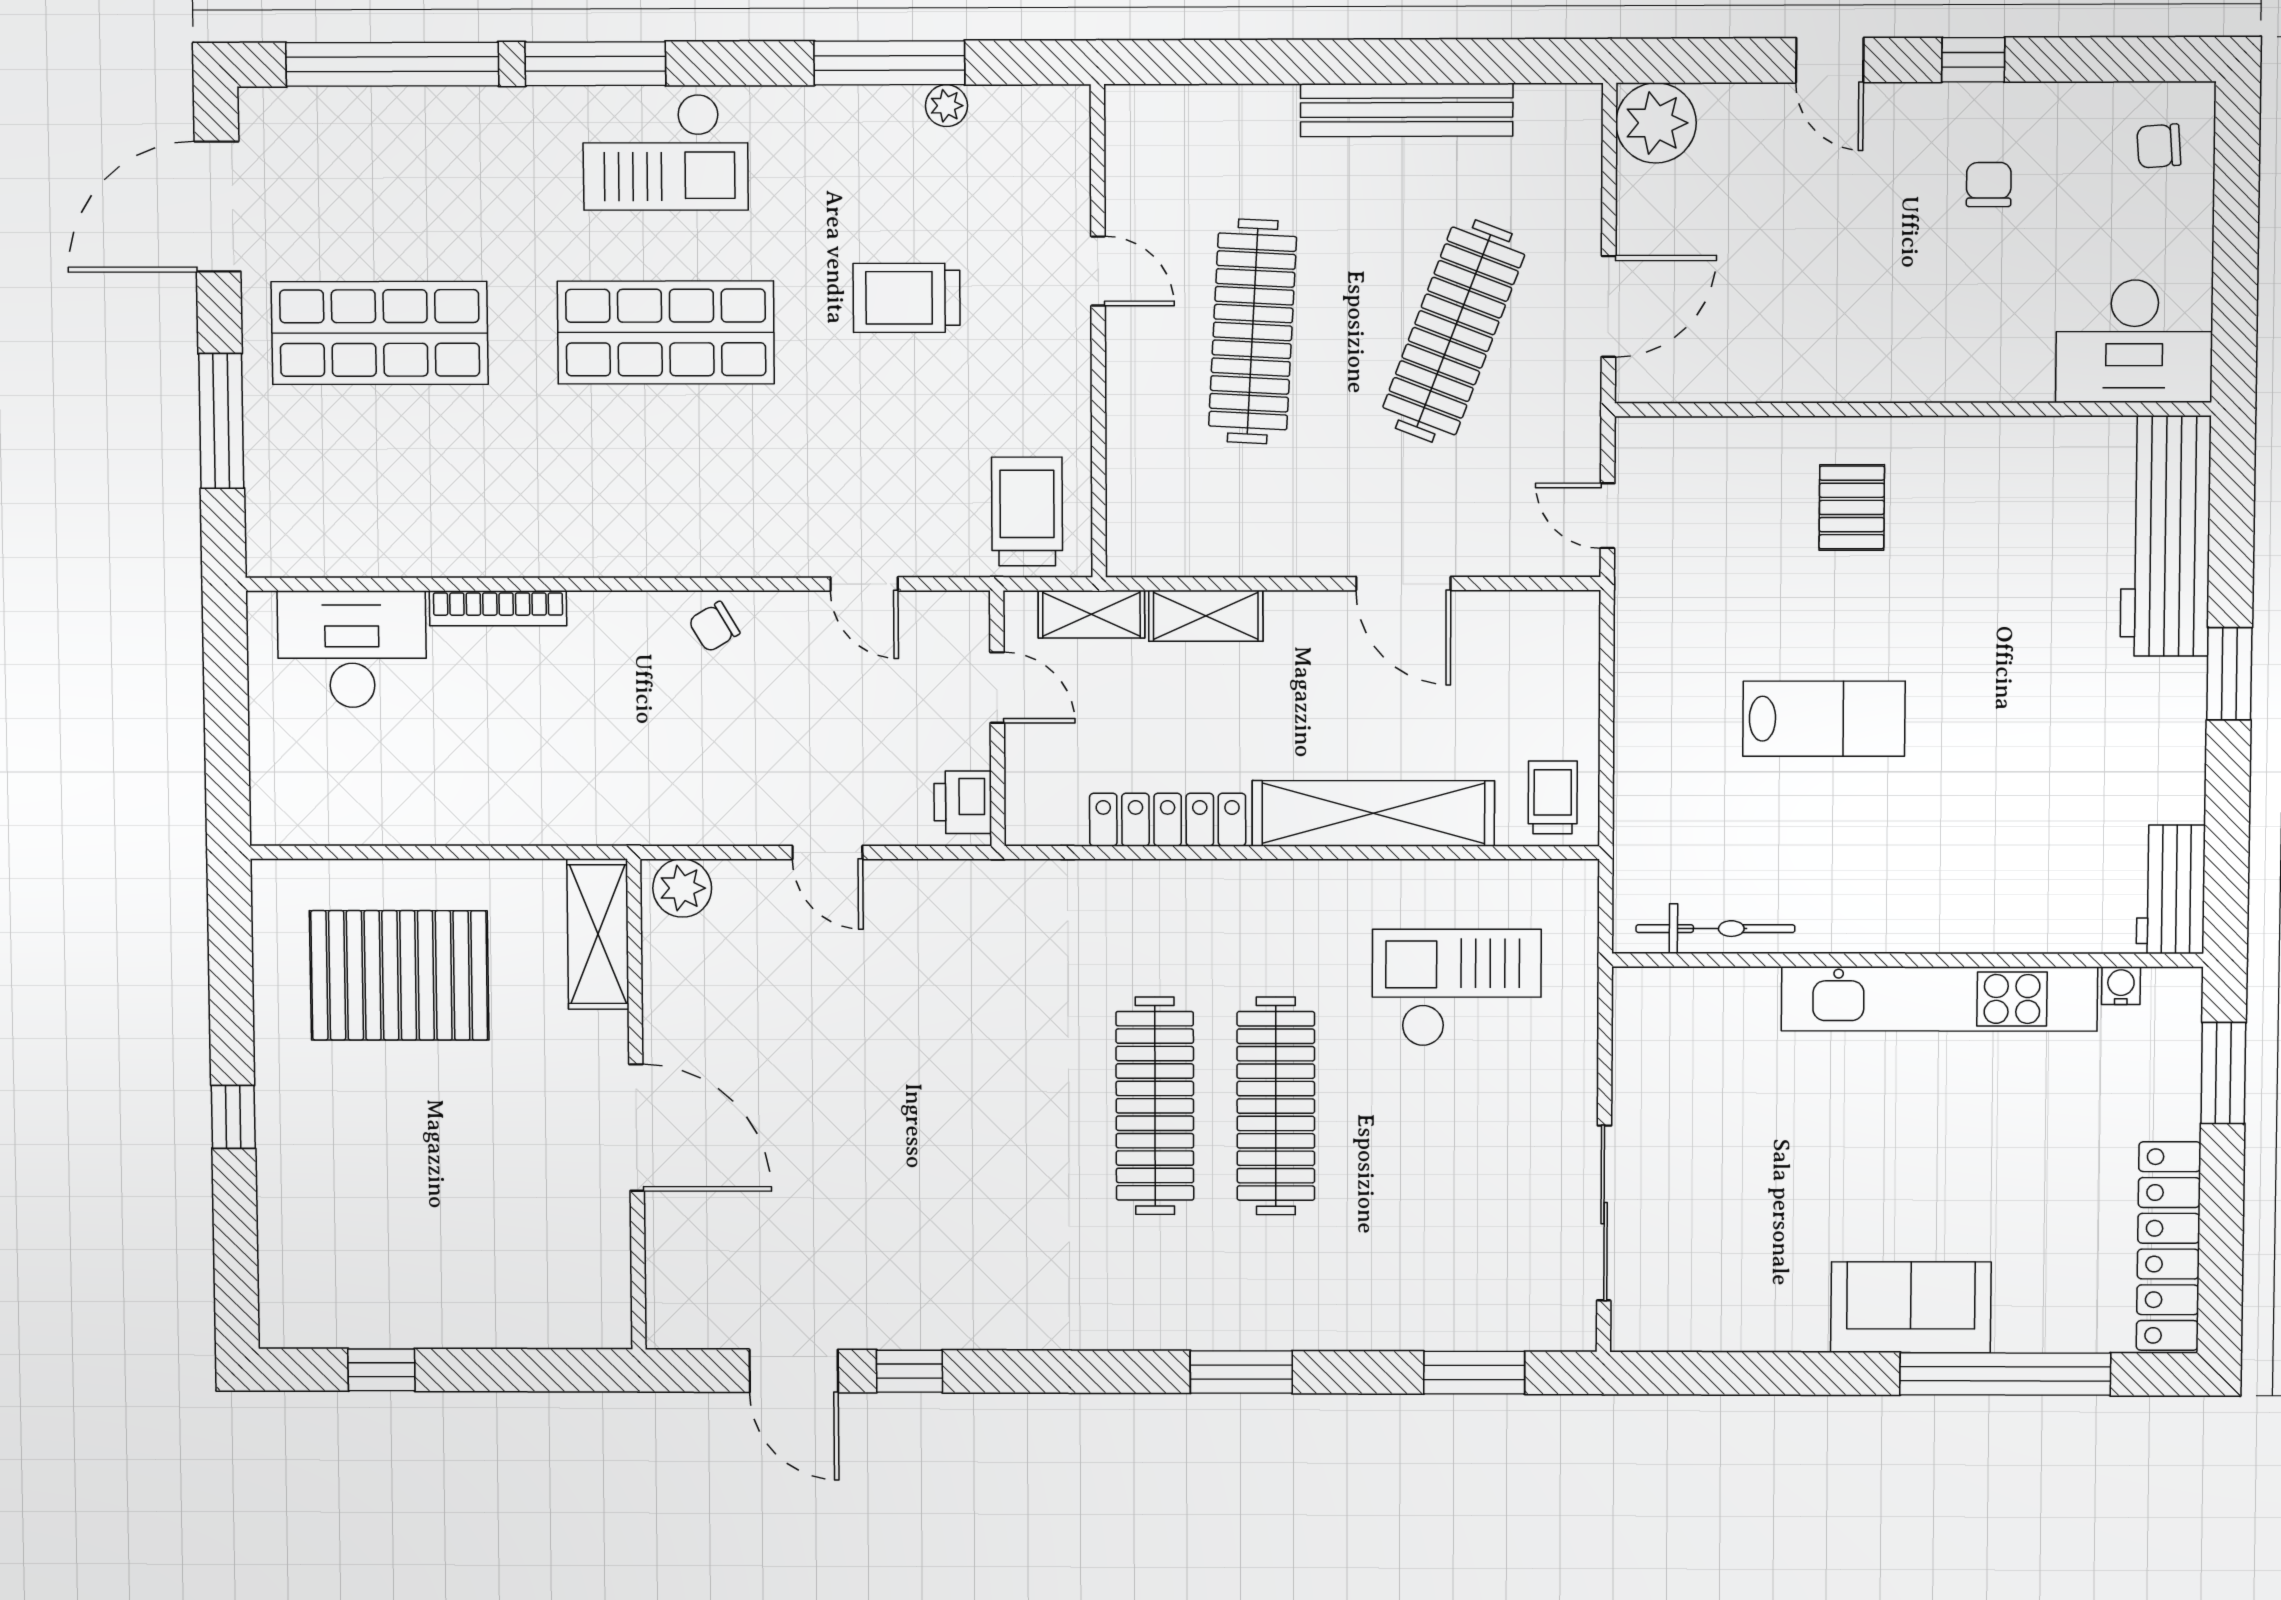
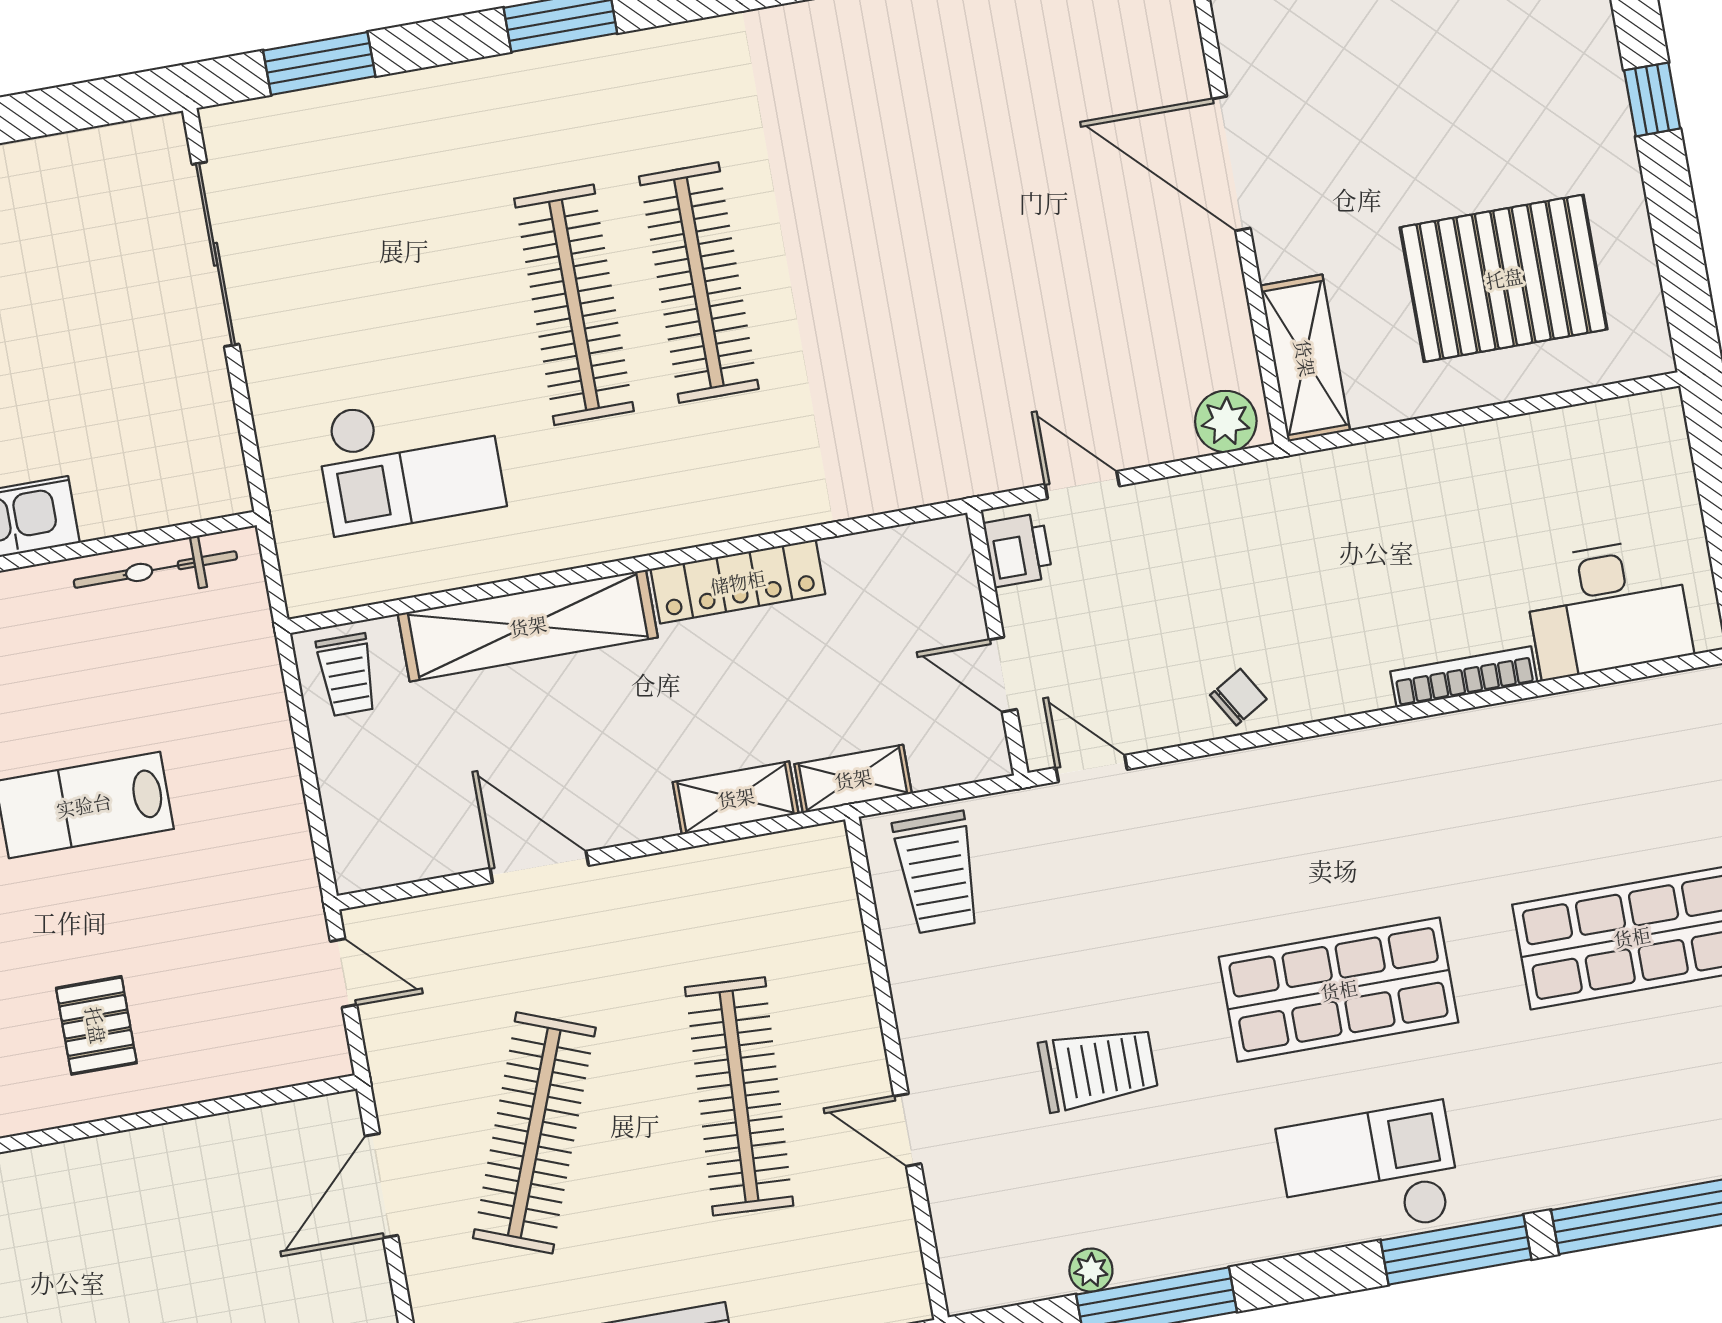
door: (997, 688) -> (1003, 675), moved
wall: (997, 718) -> (997, 643), moved
printer: (963, 802) -> (1018, 550), moved

